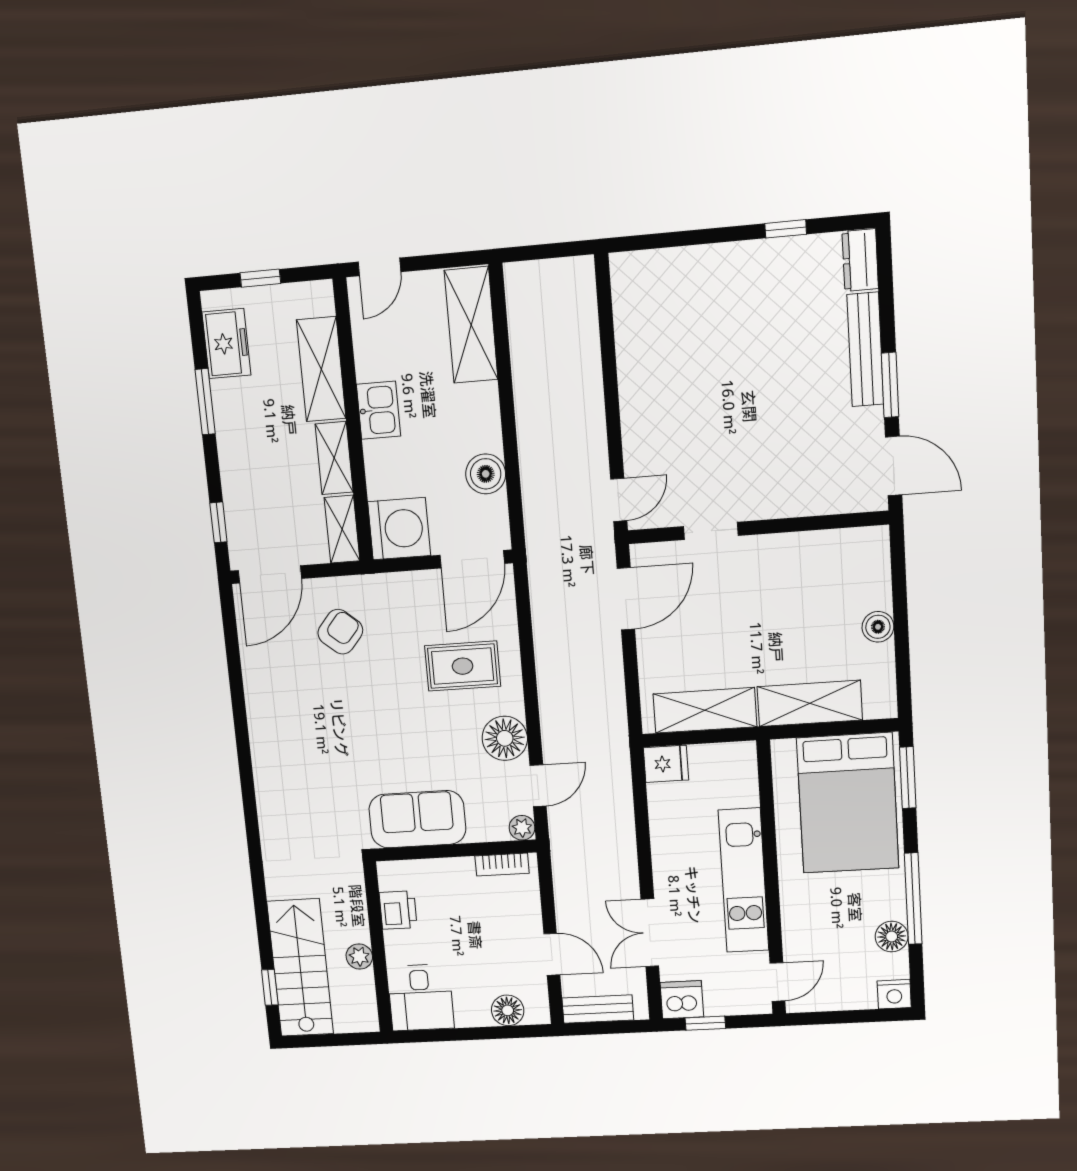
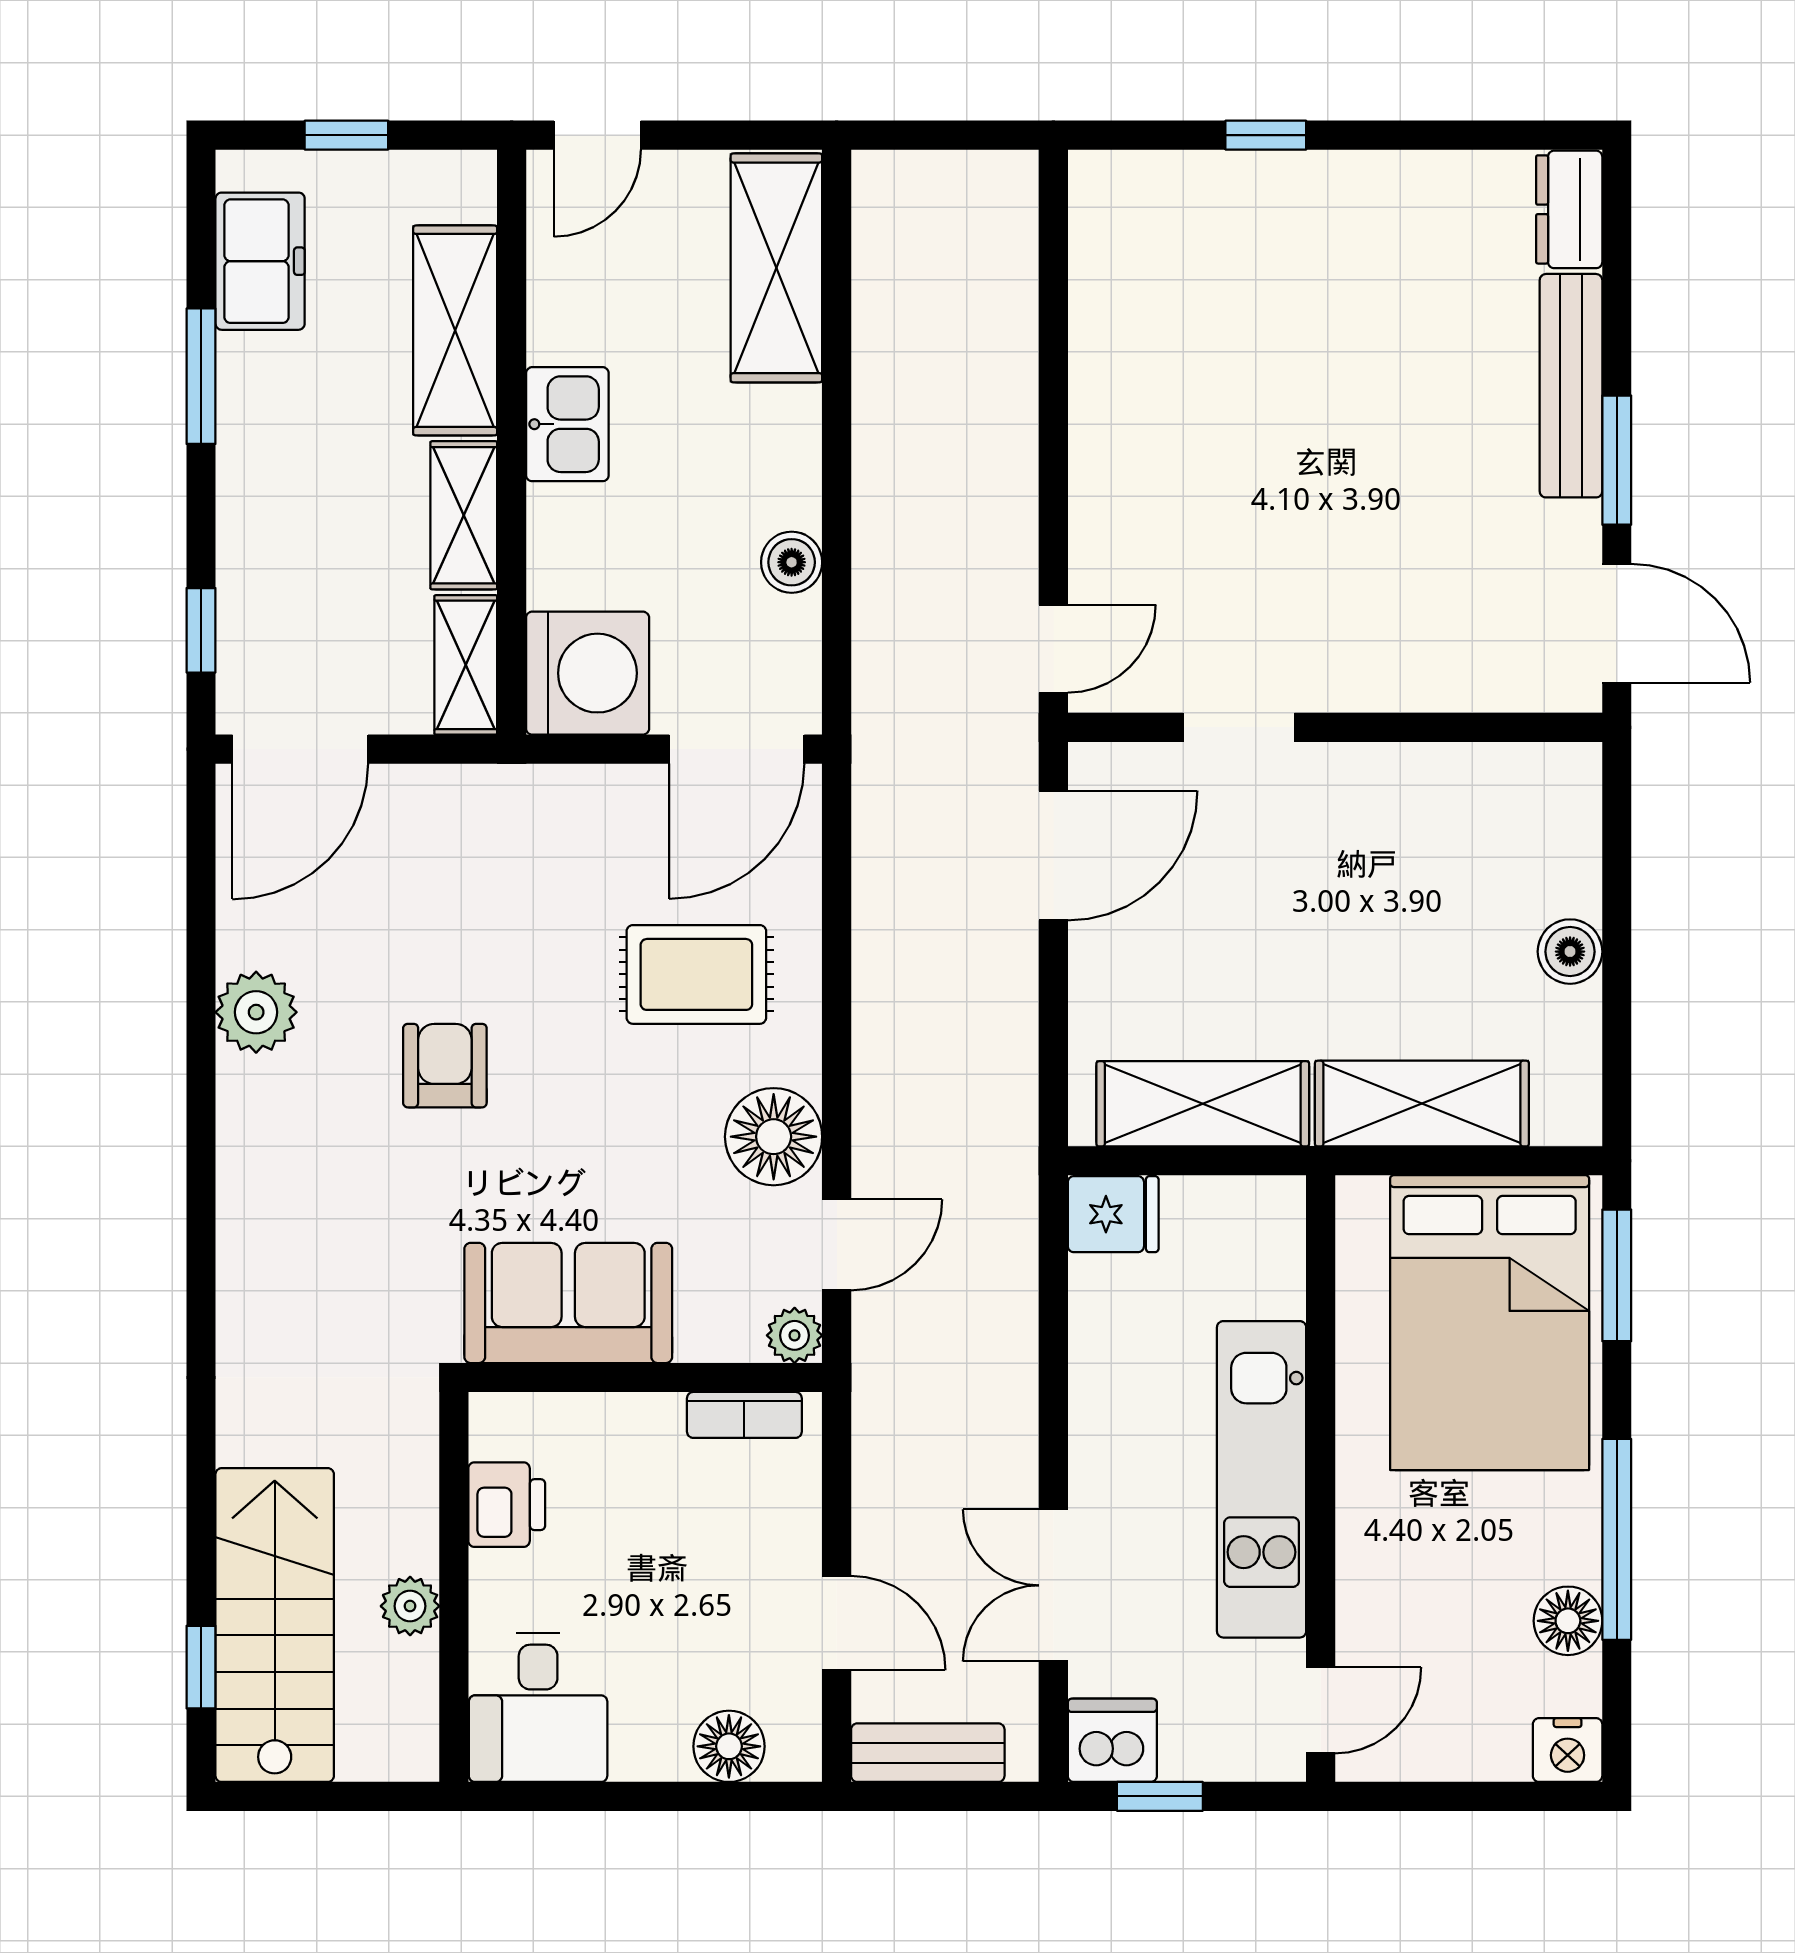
window: (786, 229) -> (1266, 135), moved
boiler: (486, 474) -> (792, 562), width x0.73, depth x0.73
armchair: (340, 632) -> (445, 1066), moved, turned -40
plant: (263, 697) -> (256, 1012), added

